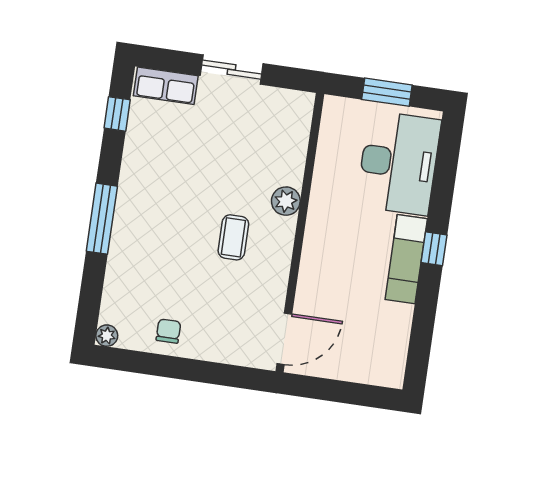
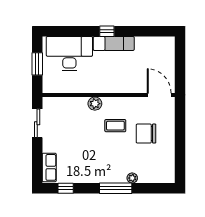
sliding door: (232, 70) -> (37, 123), moved
chair: (168, 331) -> (146, 134), moved, width x1.87, depth x1.87
plant: (107, 336) -> (132, 178), moved

